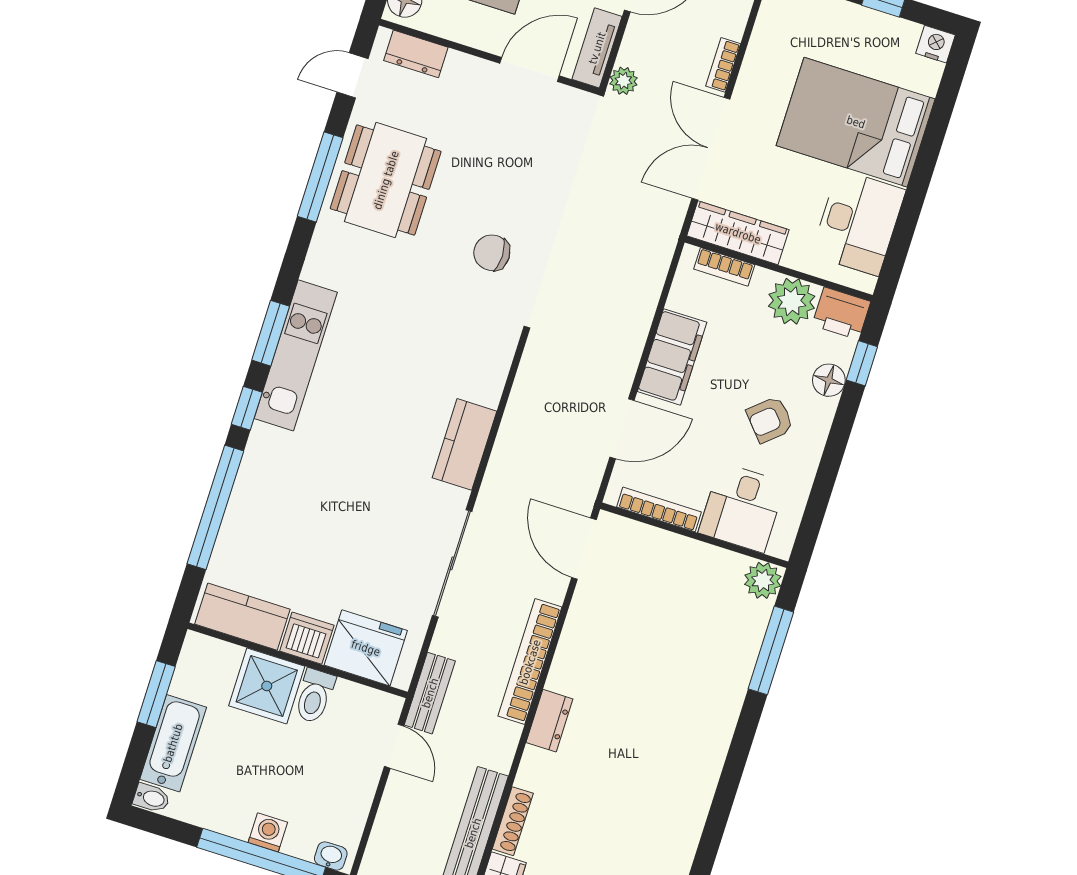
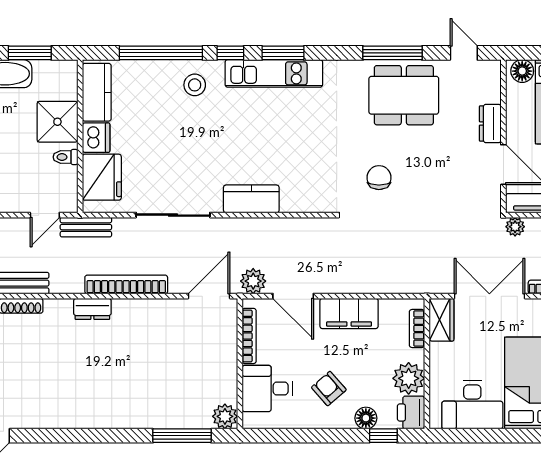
dresser: (416, 54) -> (490, 123), moved
wardrobe: (738, 233) -> (441, 320), width x0.67
stool: (276, 474) -> (195, 85), added
plant: (583, 479) -> (253, 281), added
toilet: (315, 696) -> (65, 157), width x0.73, depth x0.72

